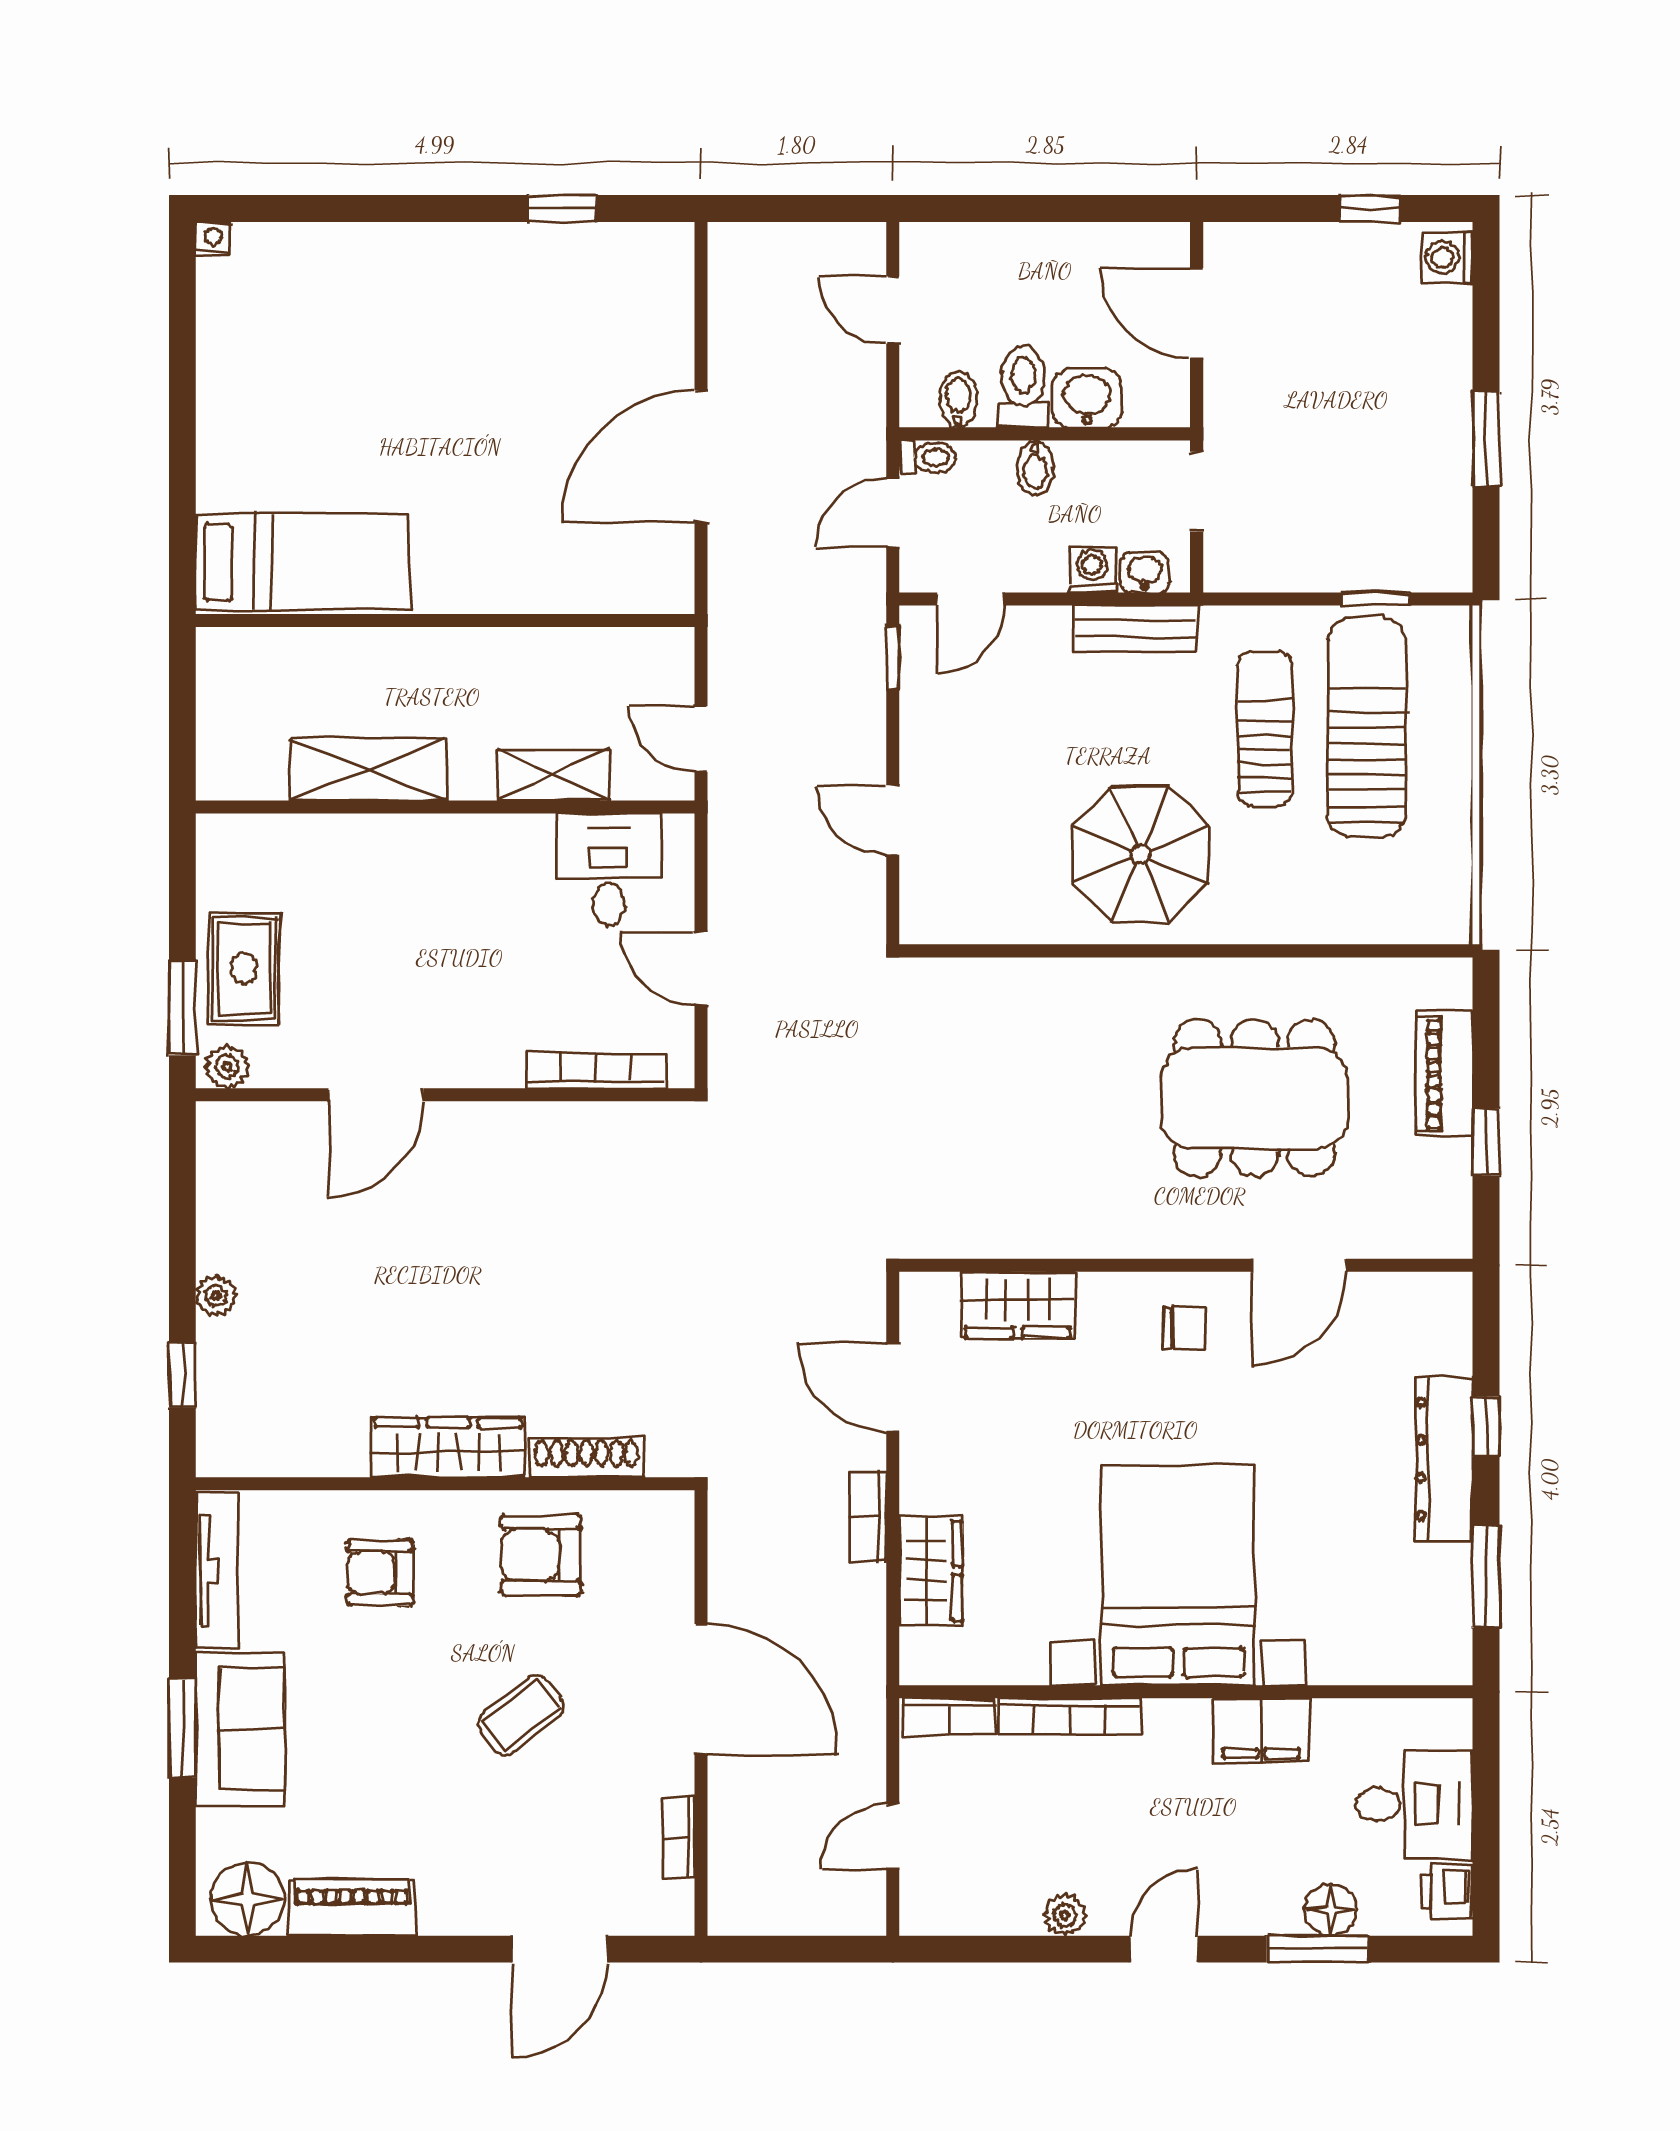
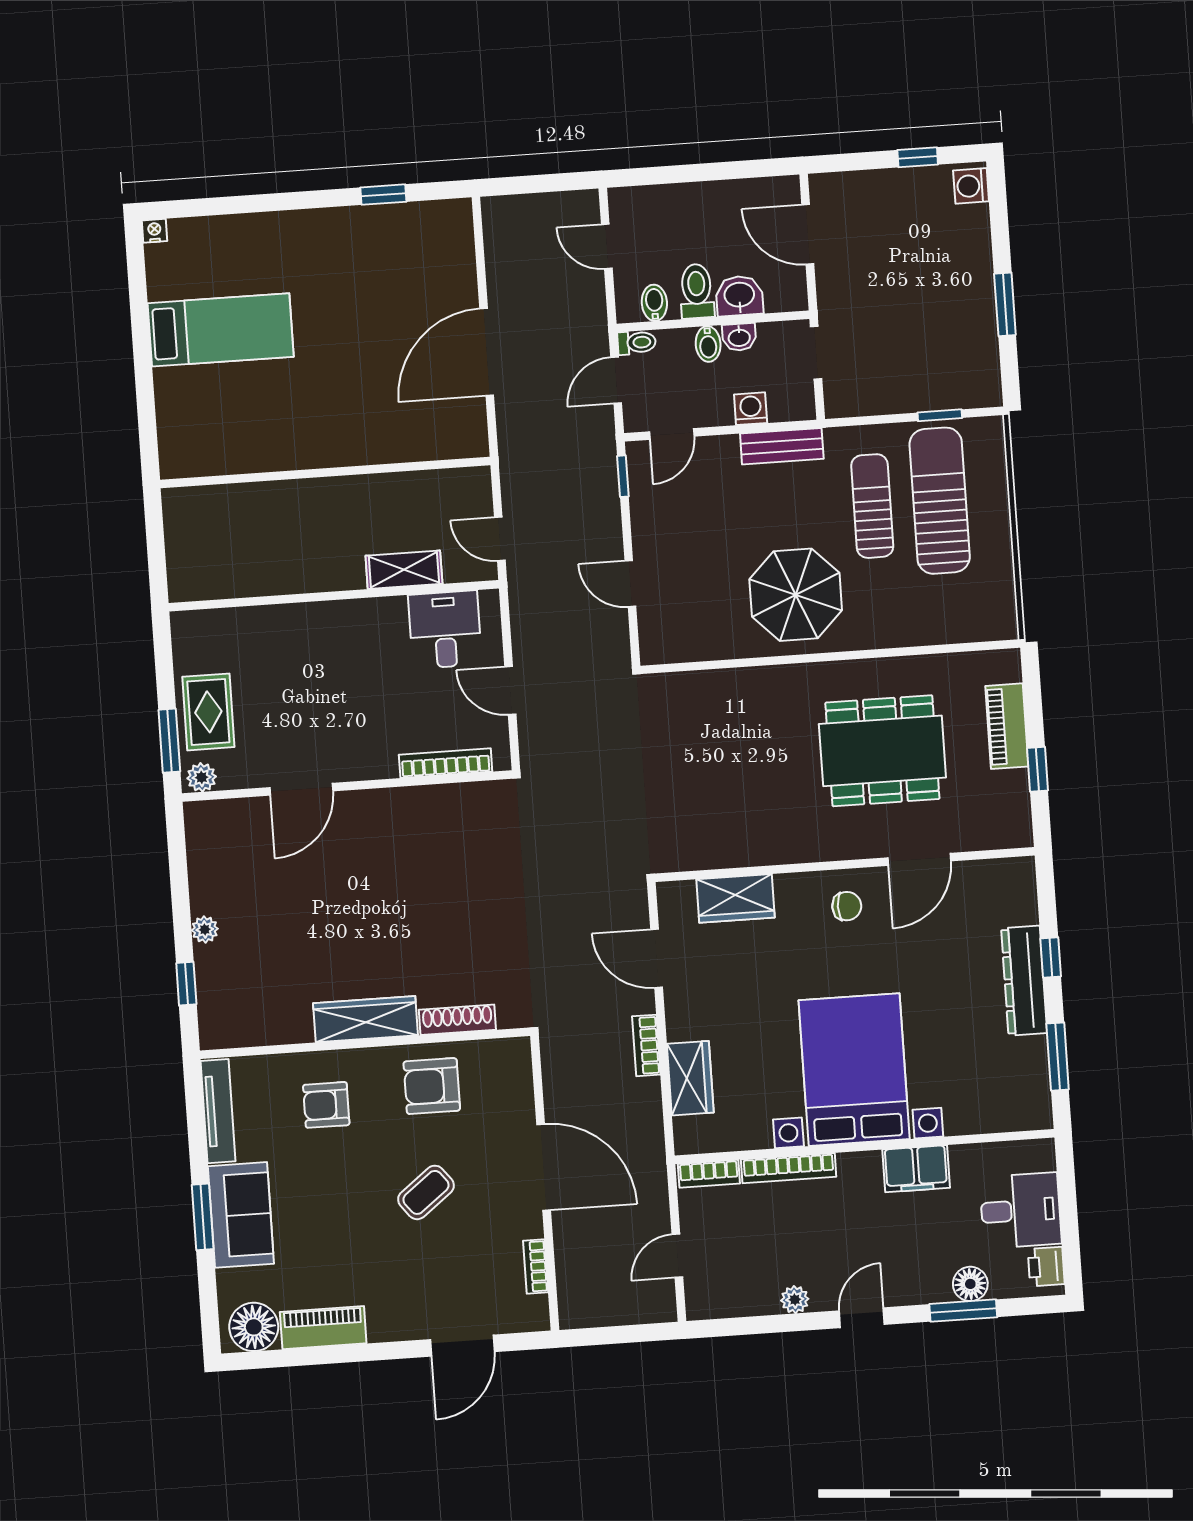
bed: (303, 562) -> (221, 330), moved
washbasin: (1145, 573) -> (739, 337), moved, turned 180
shelving: (368, 769) -> (281, 574), removed

